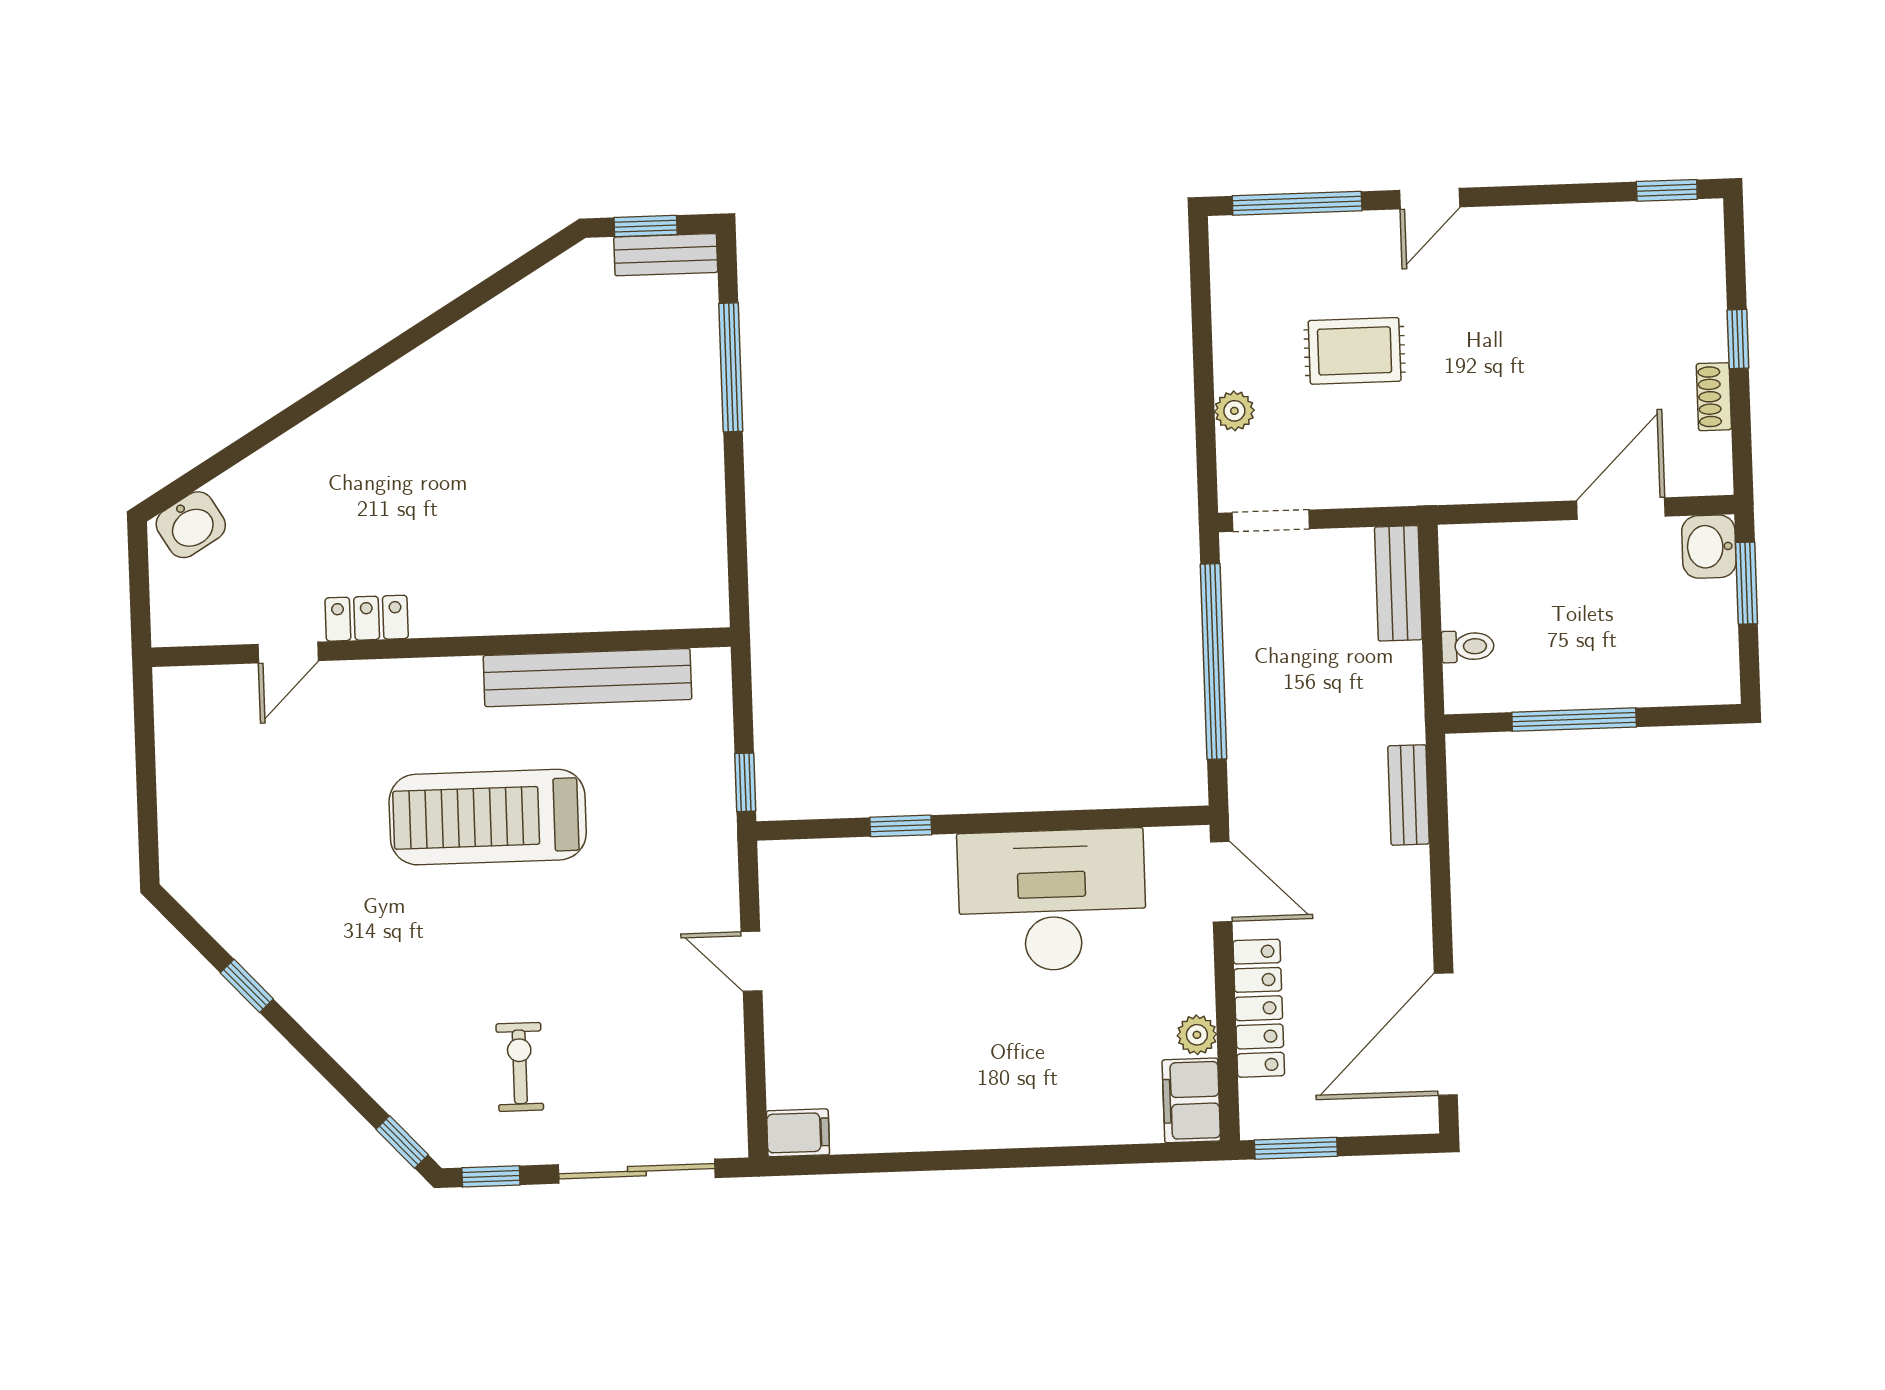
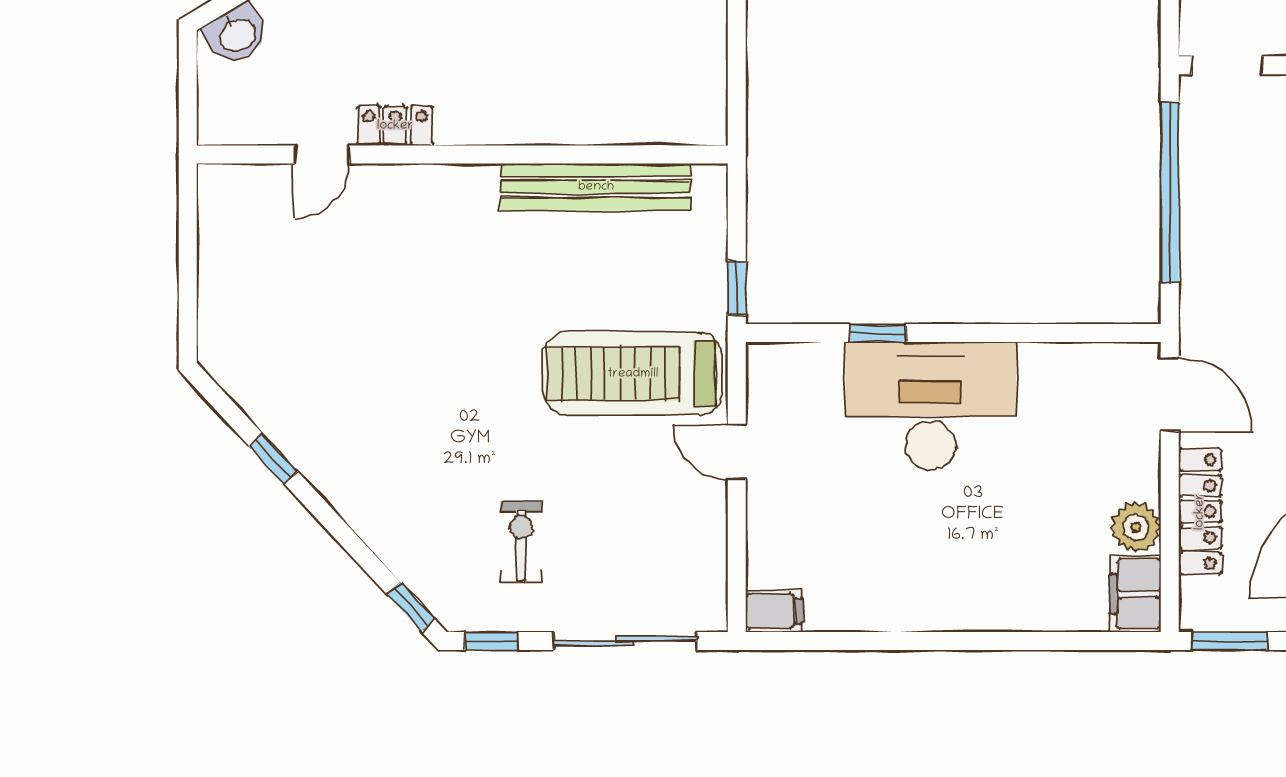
treadmill: (488, 817) -> (633, 374), moved
desk: (1052, 900) -> (931, 406), moved
plant: (1197, 1035) -> (1136, 527), width x1.38, depth x1.38

